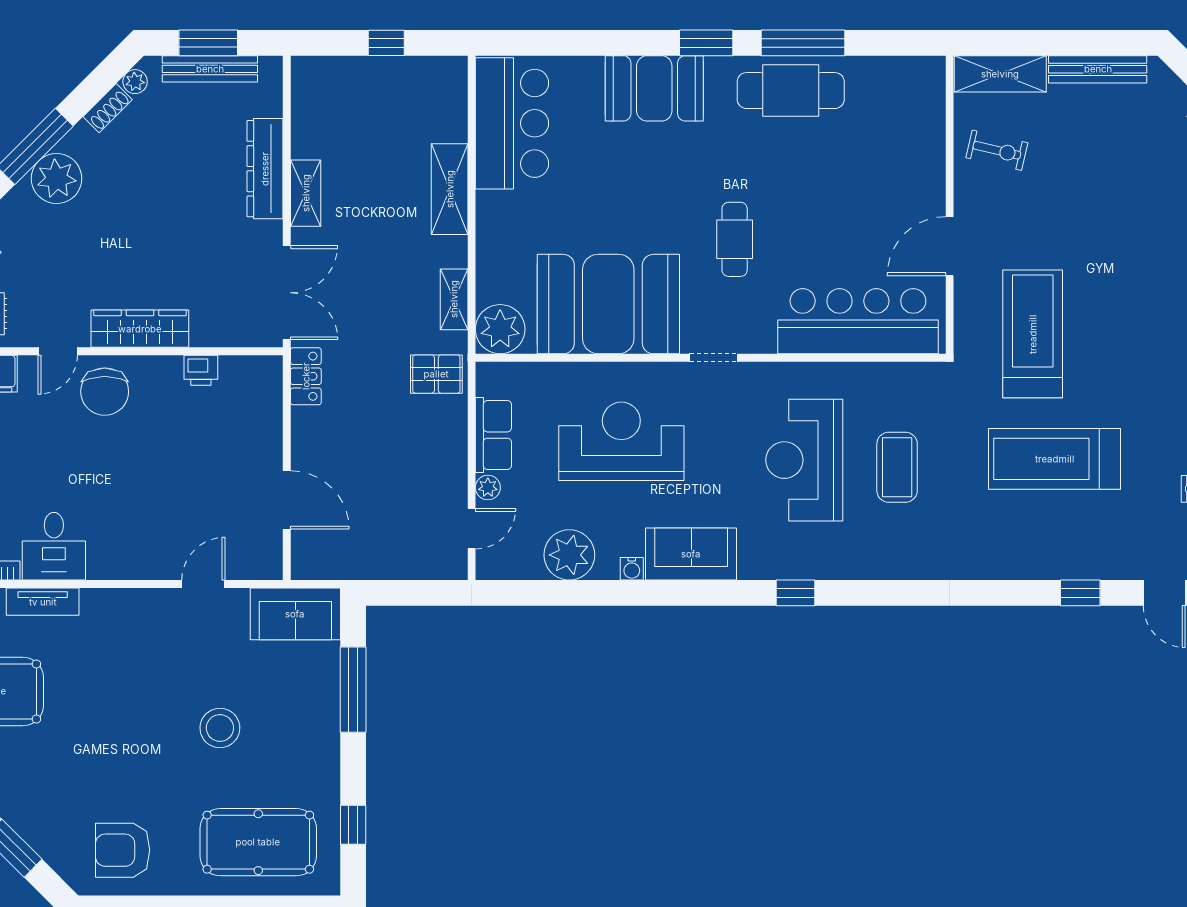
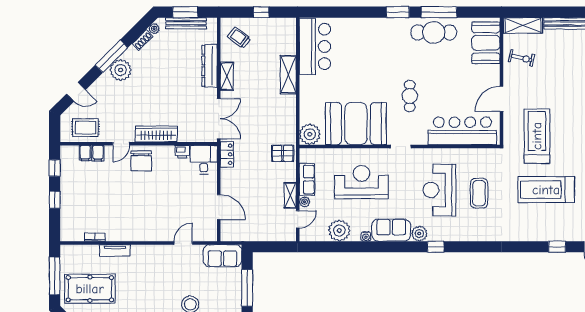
booth: (654, 88) -> (486, 43), moved, turned 90
trolley: (334, 103) -> (239, 38), added
shelving: (454, 299) -> (290, 195), moved
desk: (54, 546) -> (204, 160), moved, turned 180
plant: (757, 562) -> (419, 234), added

